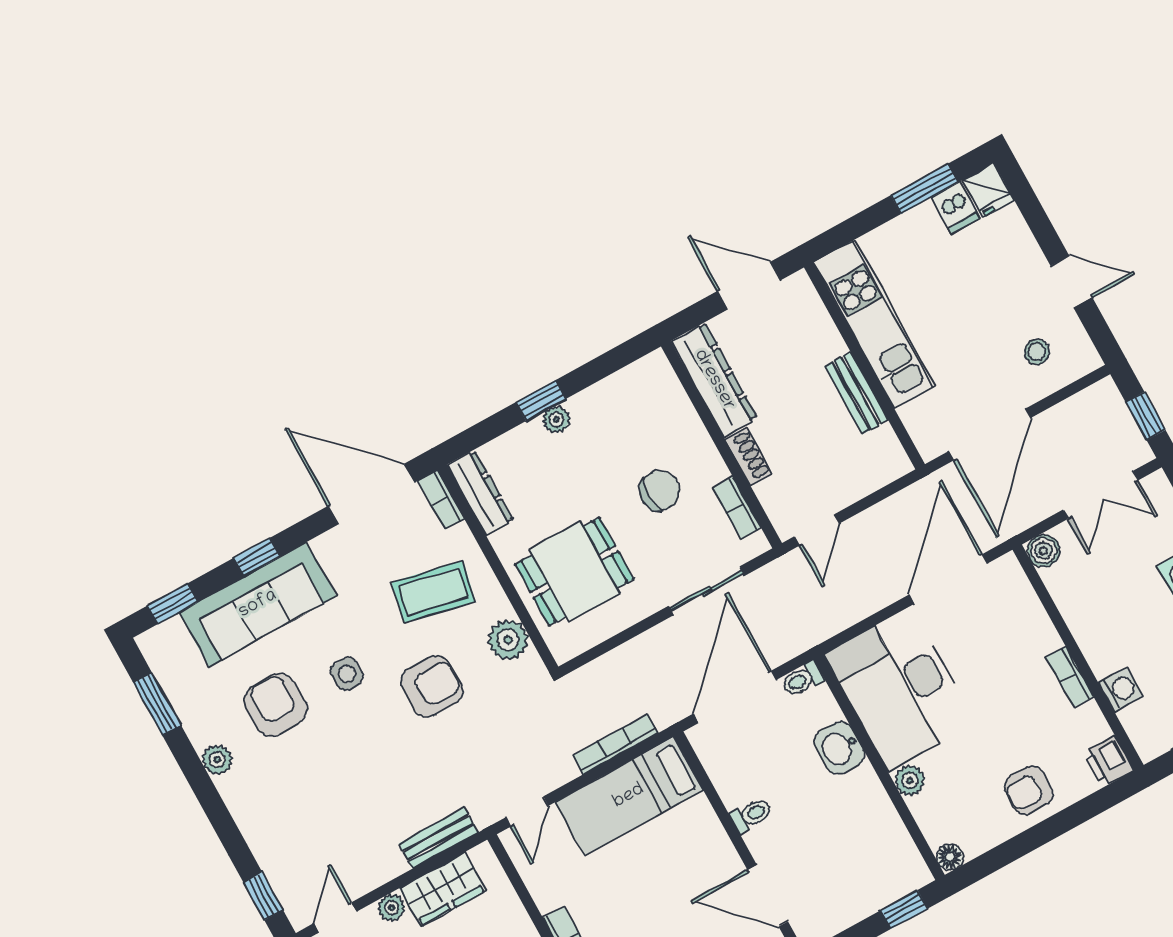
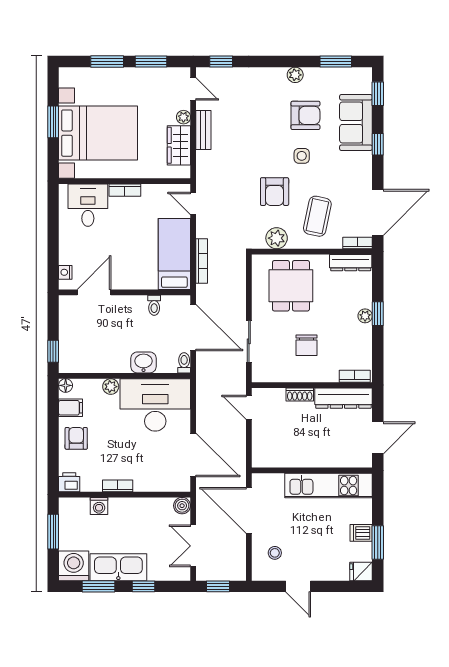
dishwasher: (956, 208) -> (361, 533), moved
door: (1071, 282) -> (298, 586), hinge flipped
bench: (856, 393) -> (301, 460), removed
bookcase: (737, 508) -> (355, 376), moved
sofa: (258, 604) -> (356, 122), width x0.73
toilet: (751, 815) -> (154, 305), moved
filing cabinet: (983, 828) -> (71, 408), added
bench: (438, 838) -> (203, 130), moved

